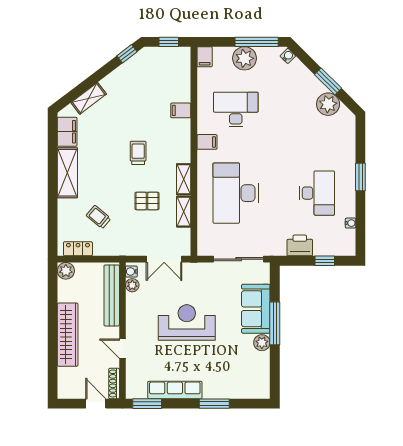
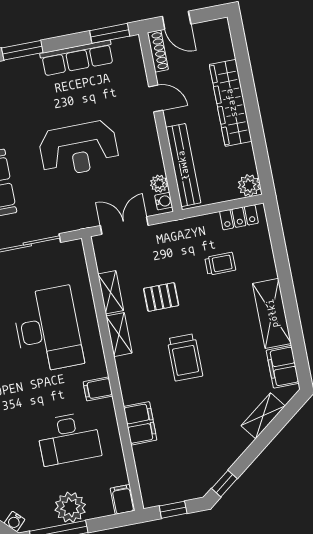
filing cabinet: (181, 110) -> (140, 423), width x2.00
trolley: (138, 153) -> (185, 357), width x1.36, depth x1.39
trolley: (98, 217) -> (220, 264), turned -40

